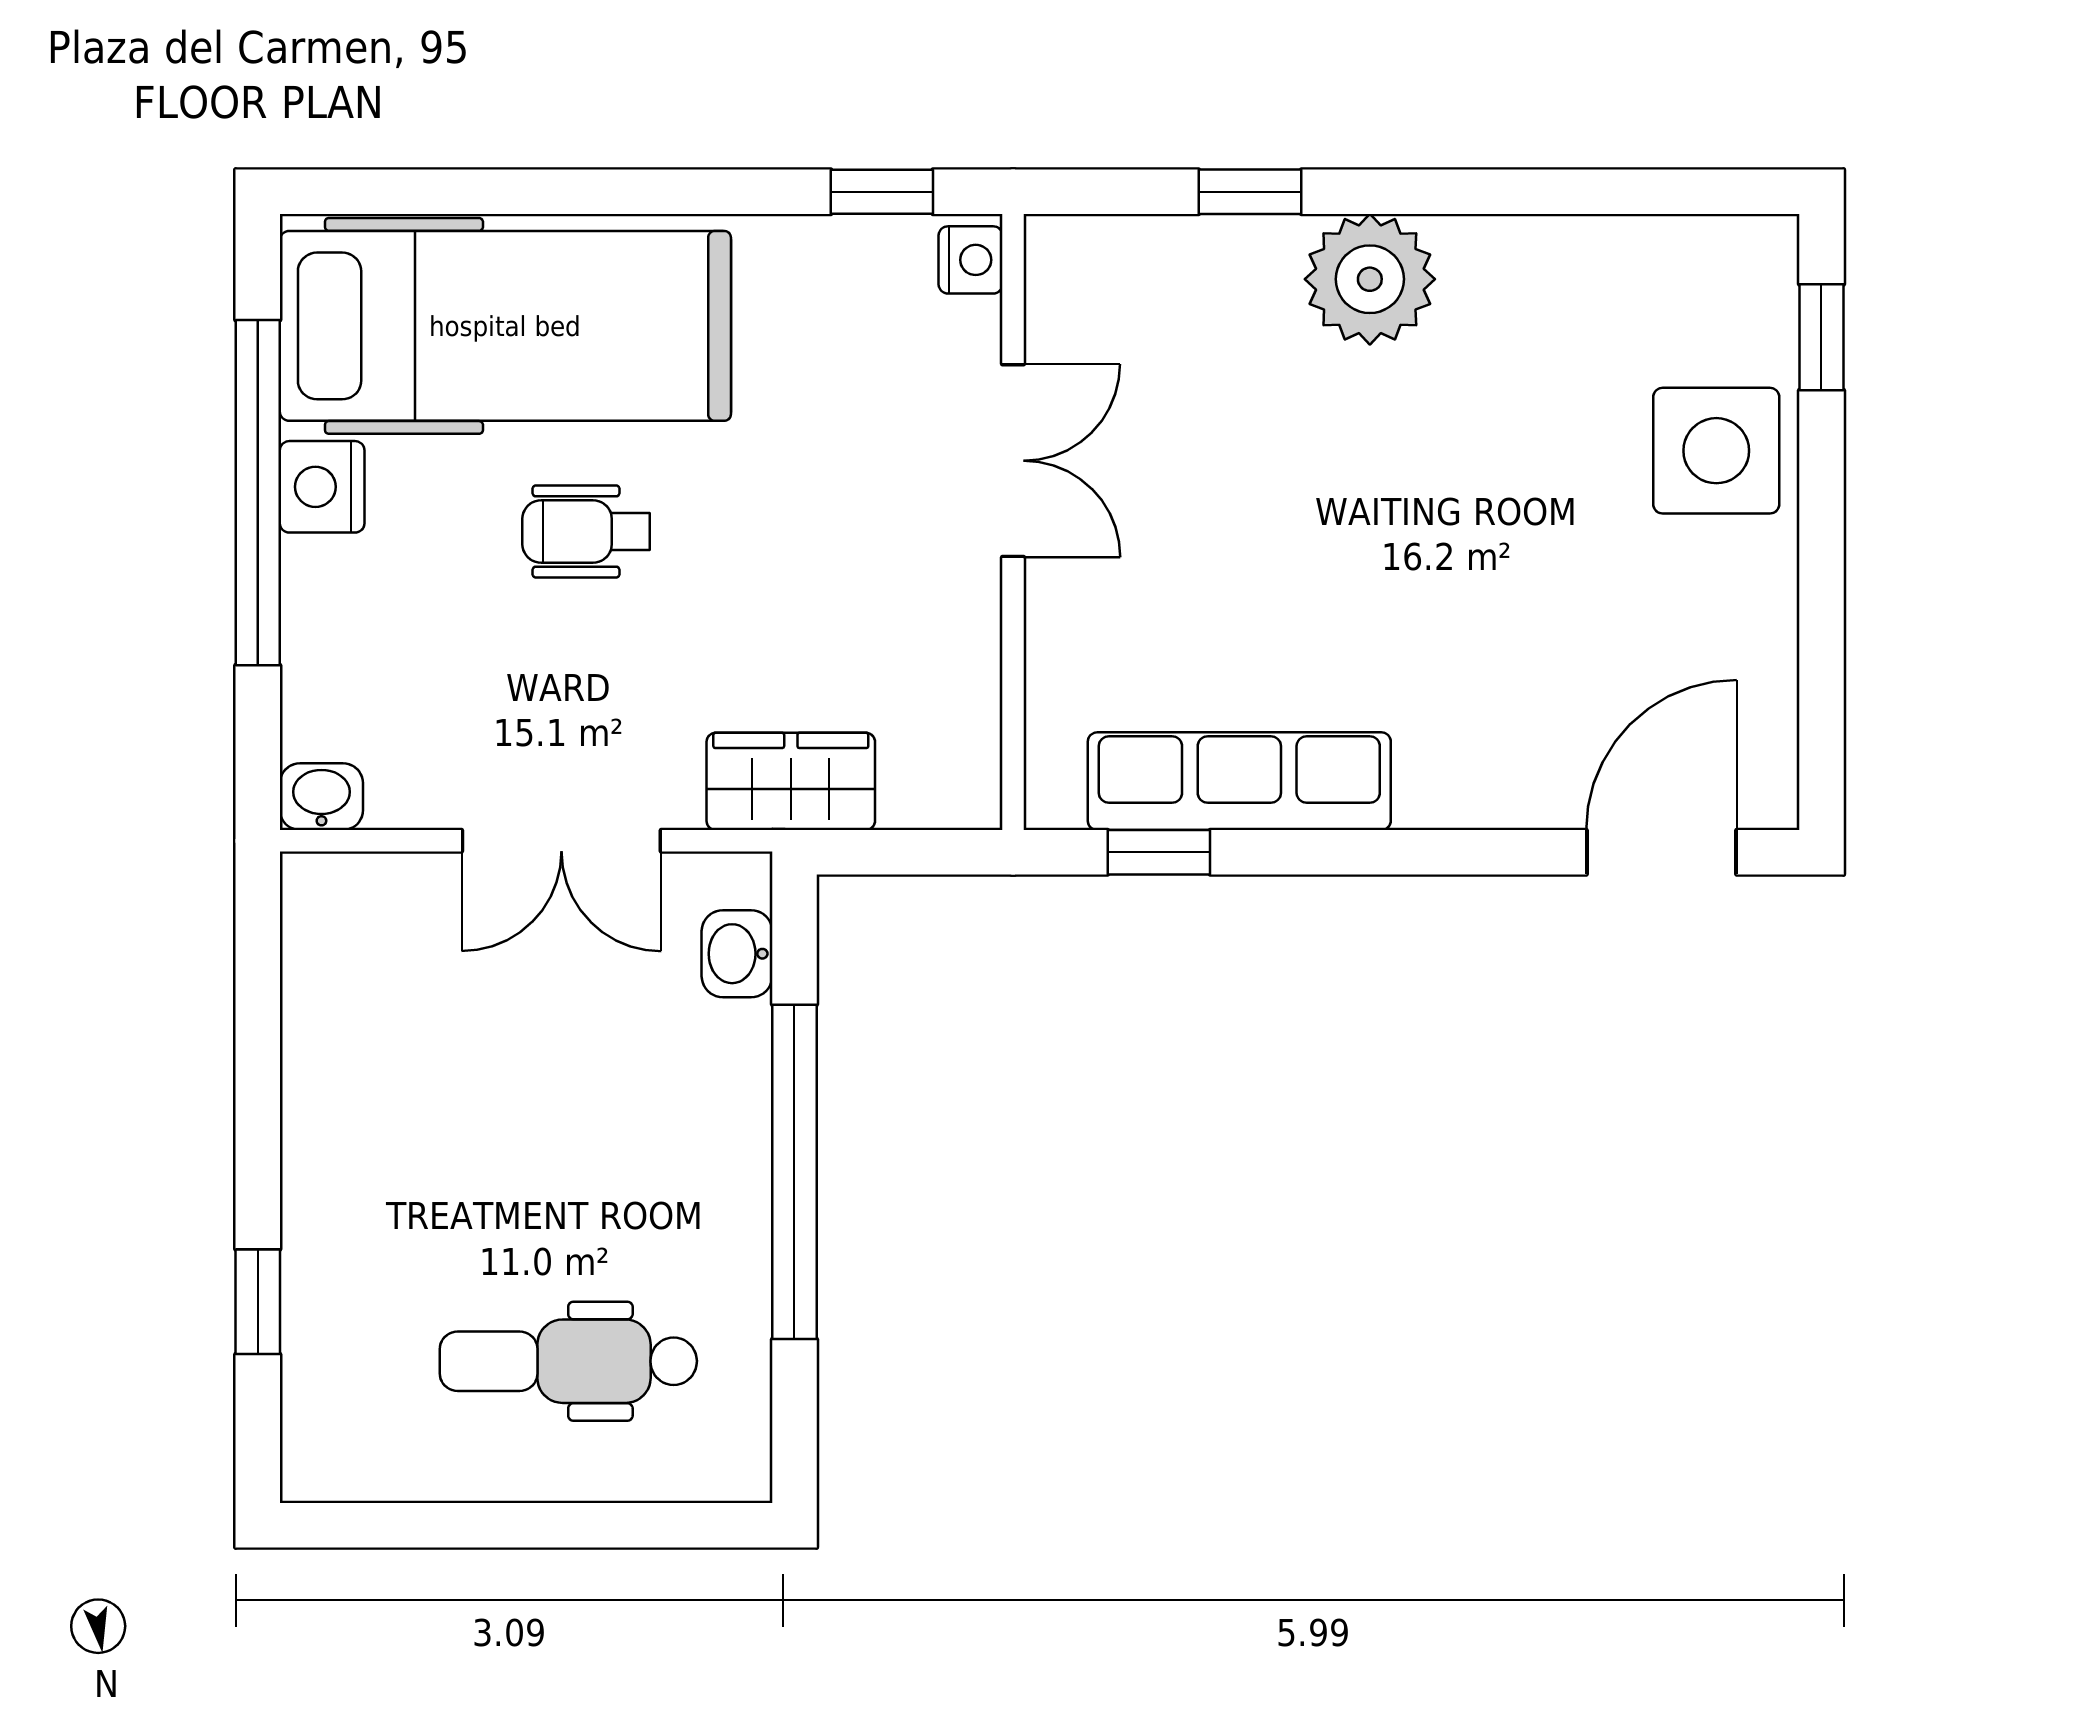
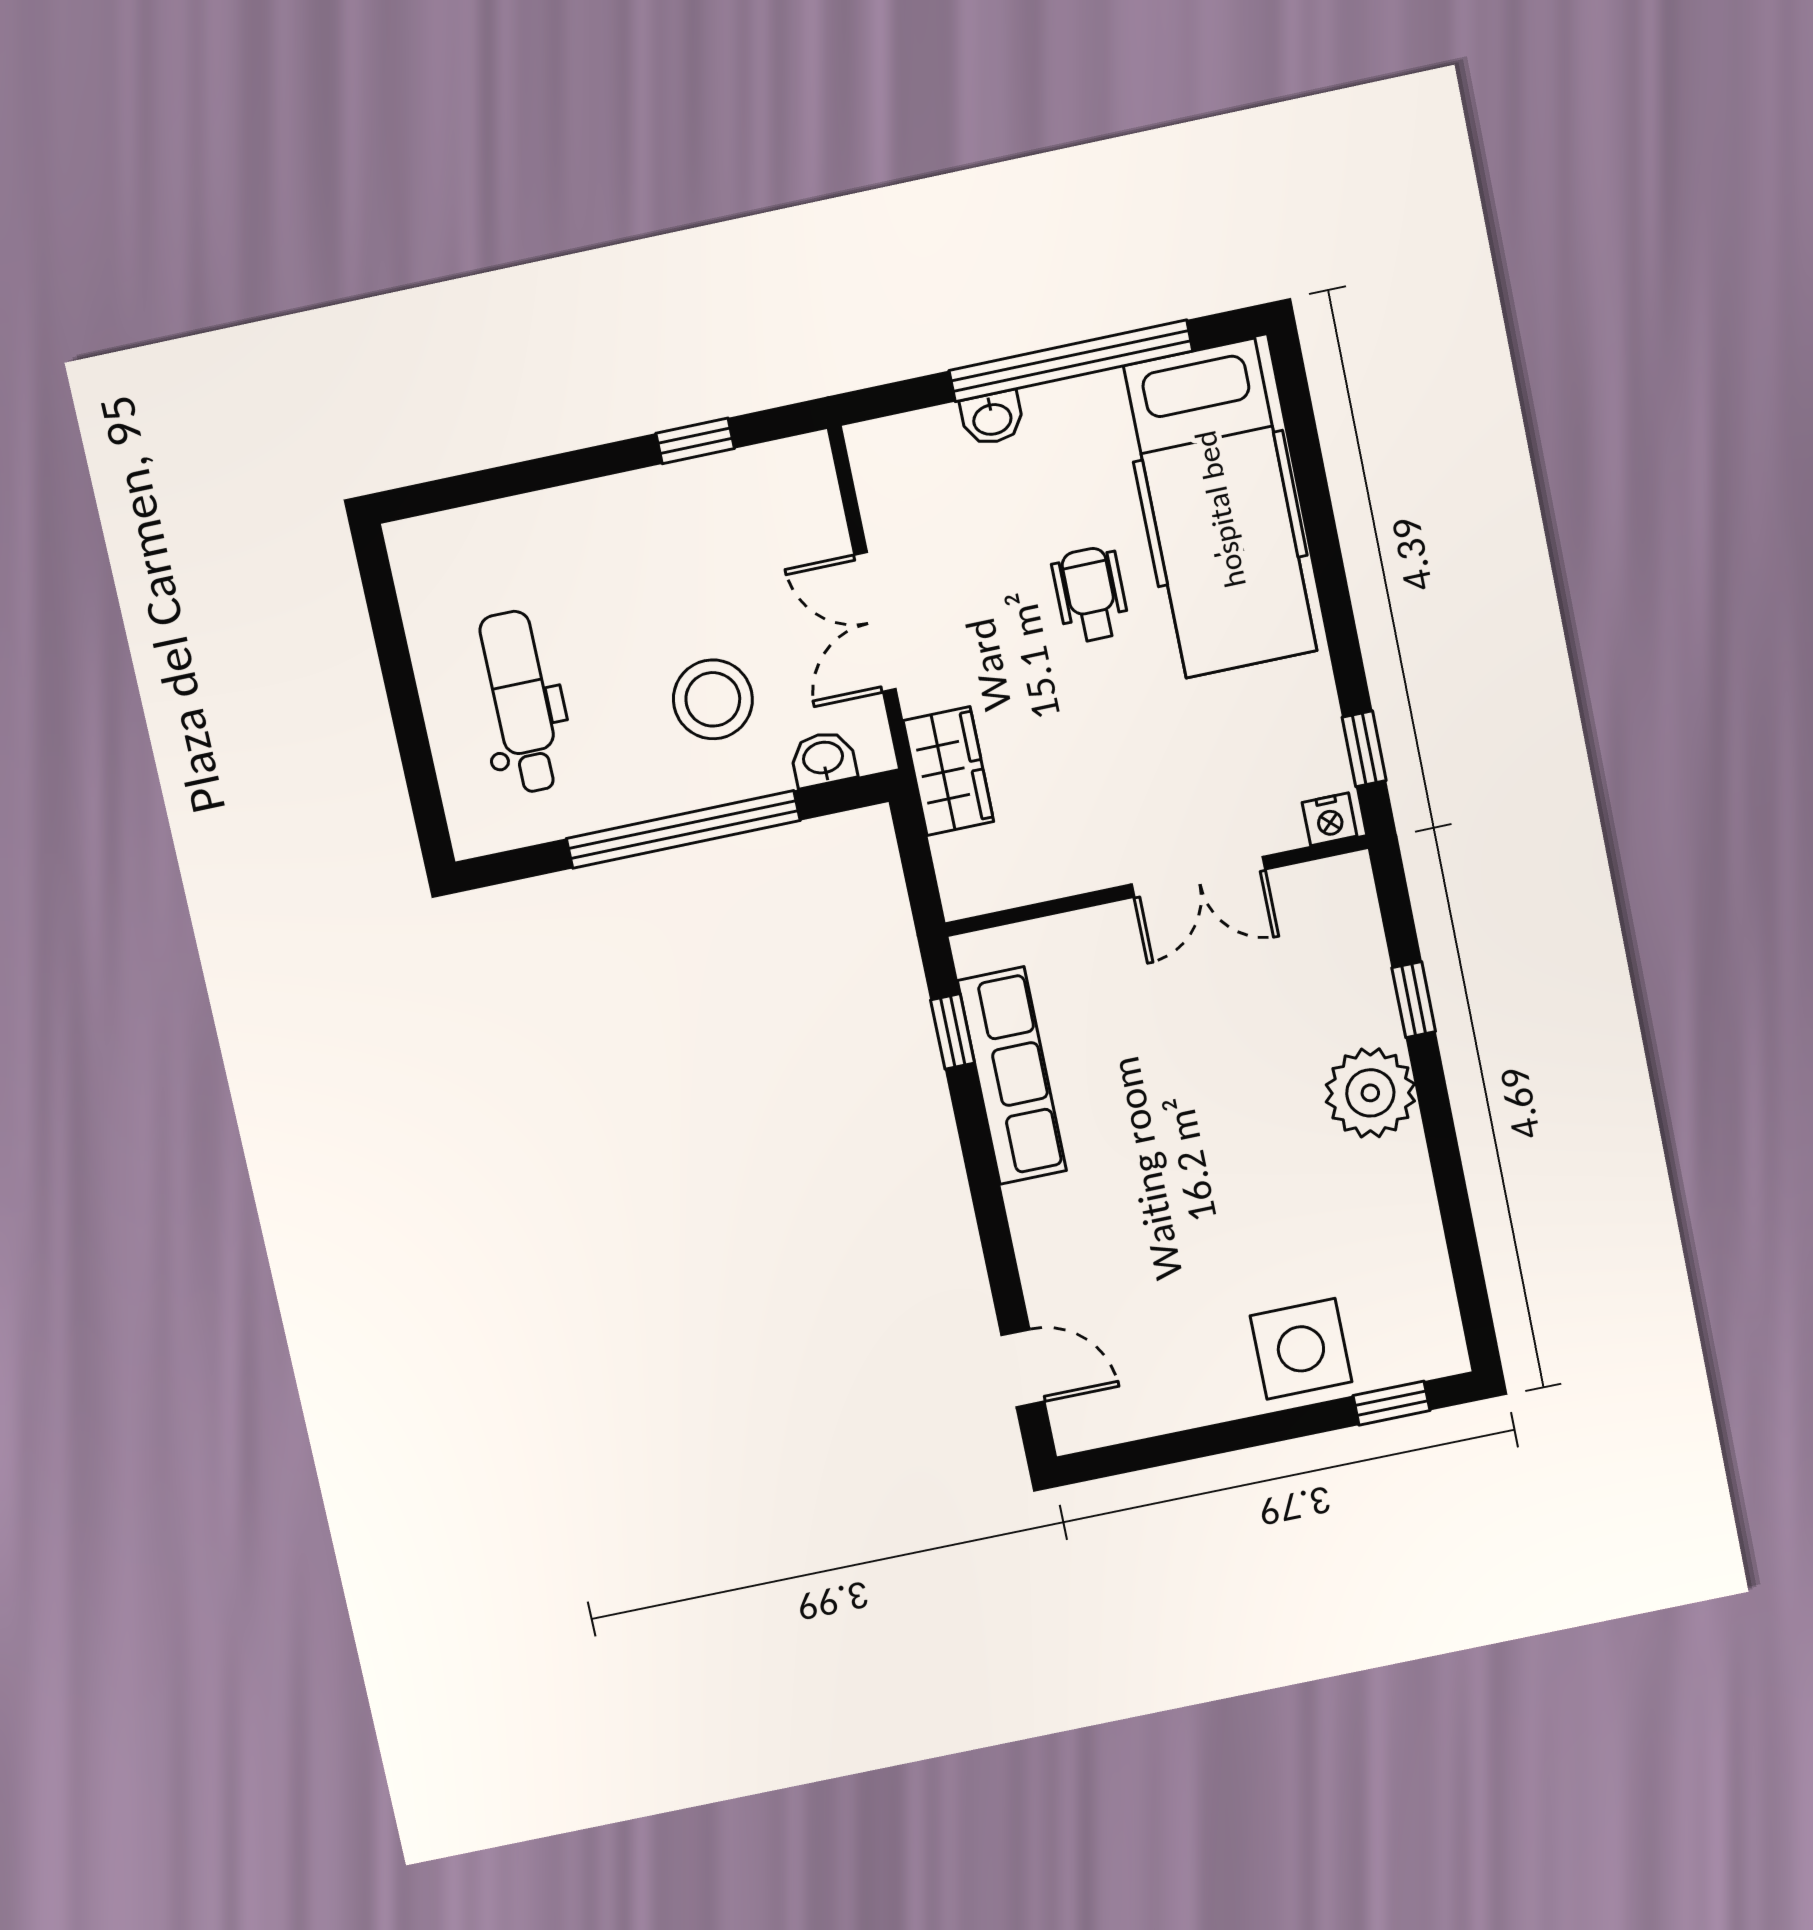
nightstand: (322, 487) -> (1084, 405), removed
washbasin: (321, 797) -> (992, 418), moved, turned 90
door: (1662, 852) -> (1023, 1368), width x0.73
stool: (621, 1091) -> (713, 699), added
window: (258, 1302) -> (695, 441), moved

